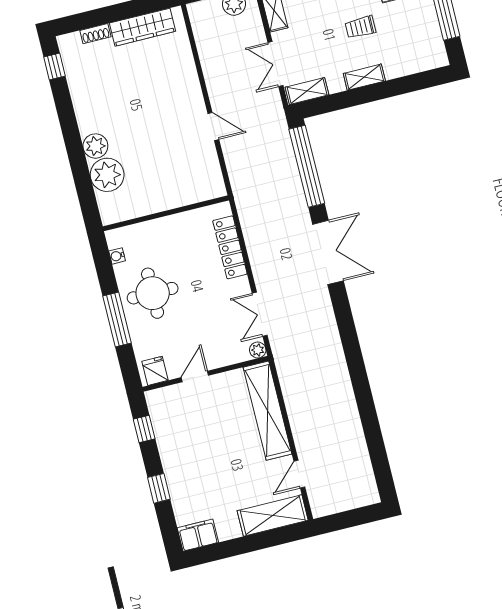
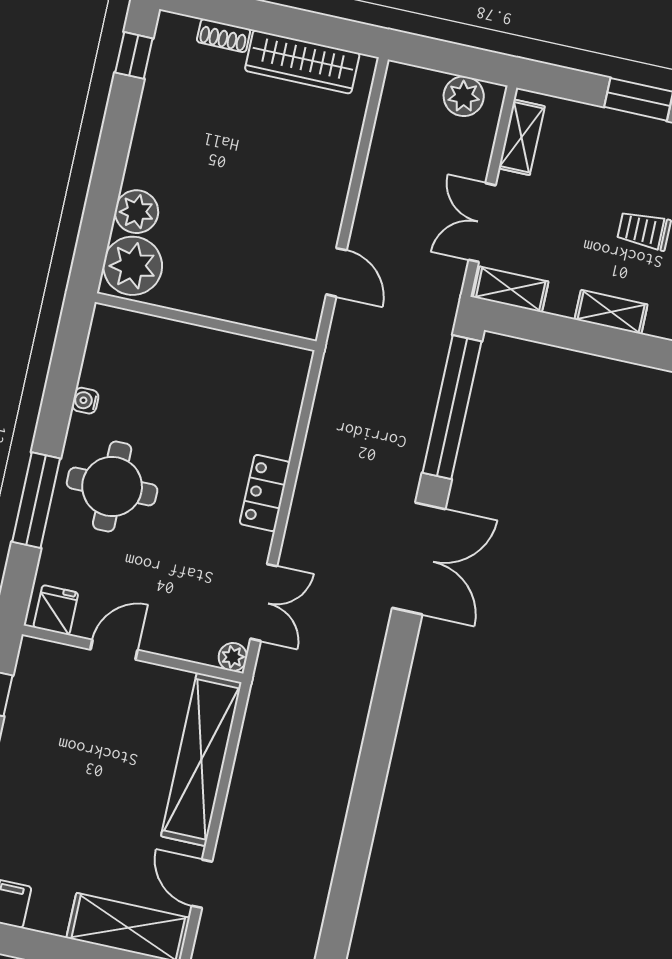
wall: (166, 213) -> (206, 322), moved
locker: (230, 247) -> (265, 493), width x0.66
double door: (260, 314) -> (264, 602), swing flipped
door: (299, 474) -> (202, 884), hinge flipped

